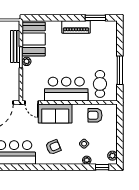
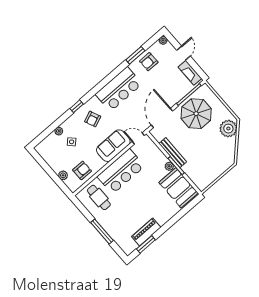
piano: (76, 27) -> (146, 232), moved
bench: (15, 46) -> (173, 153), moved
window: (120, 70) -> (102, 232), moved
plant: (112, 156) -> (63, 175), moved
window: (102, 167) -> (77, 106), moved

